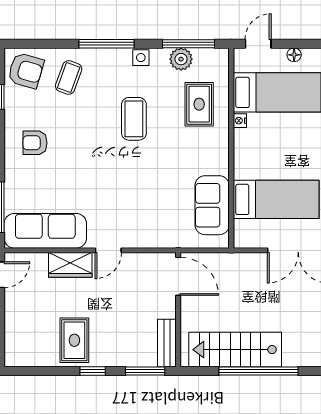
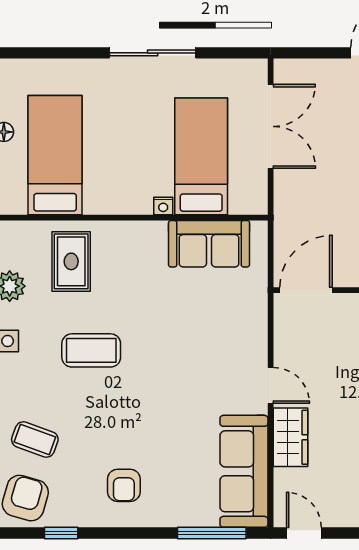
rug: (199, 104) -> (71, 261), turned 90
nightstand: (240, 121) -> (163, 206), moved

